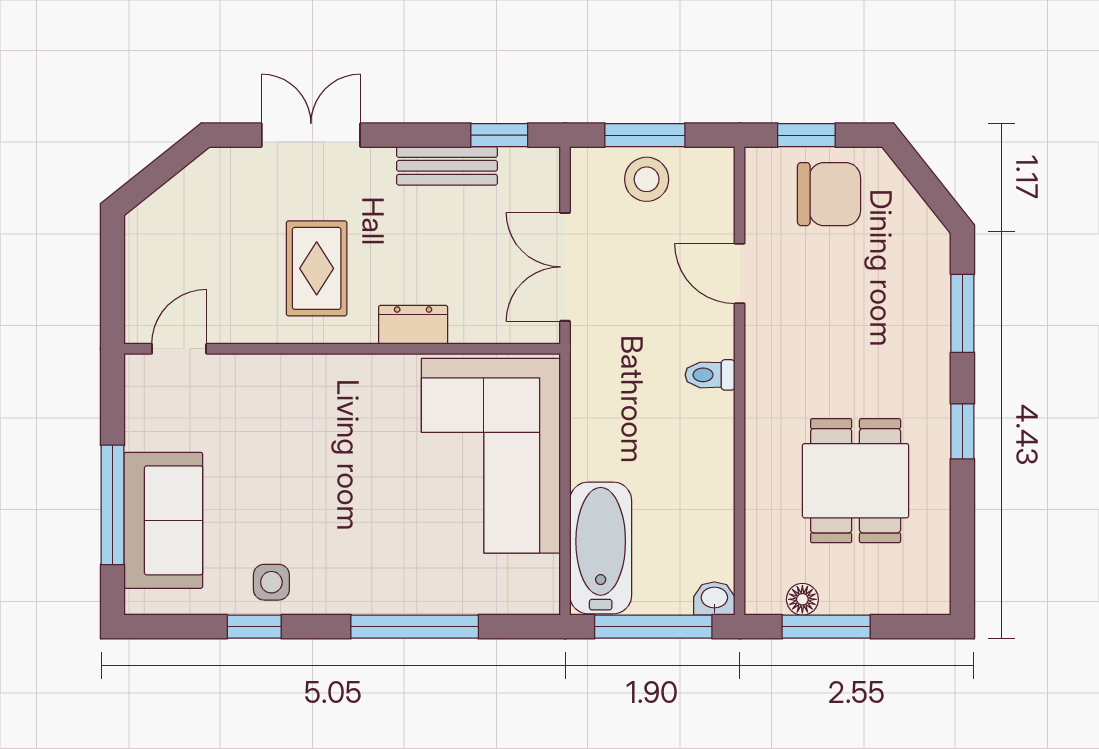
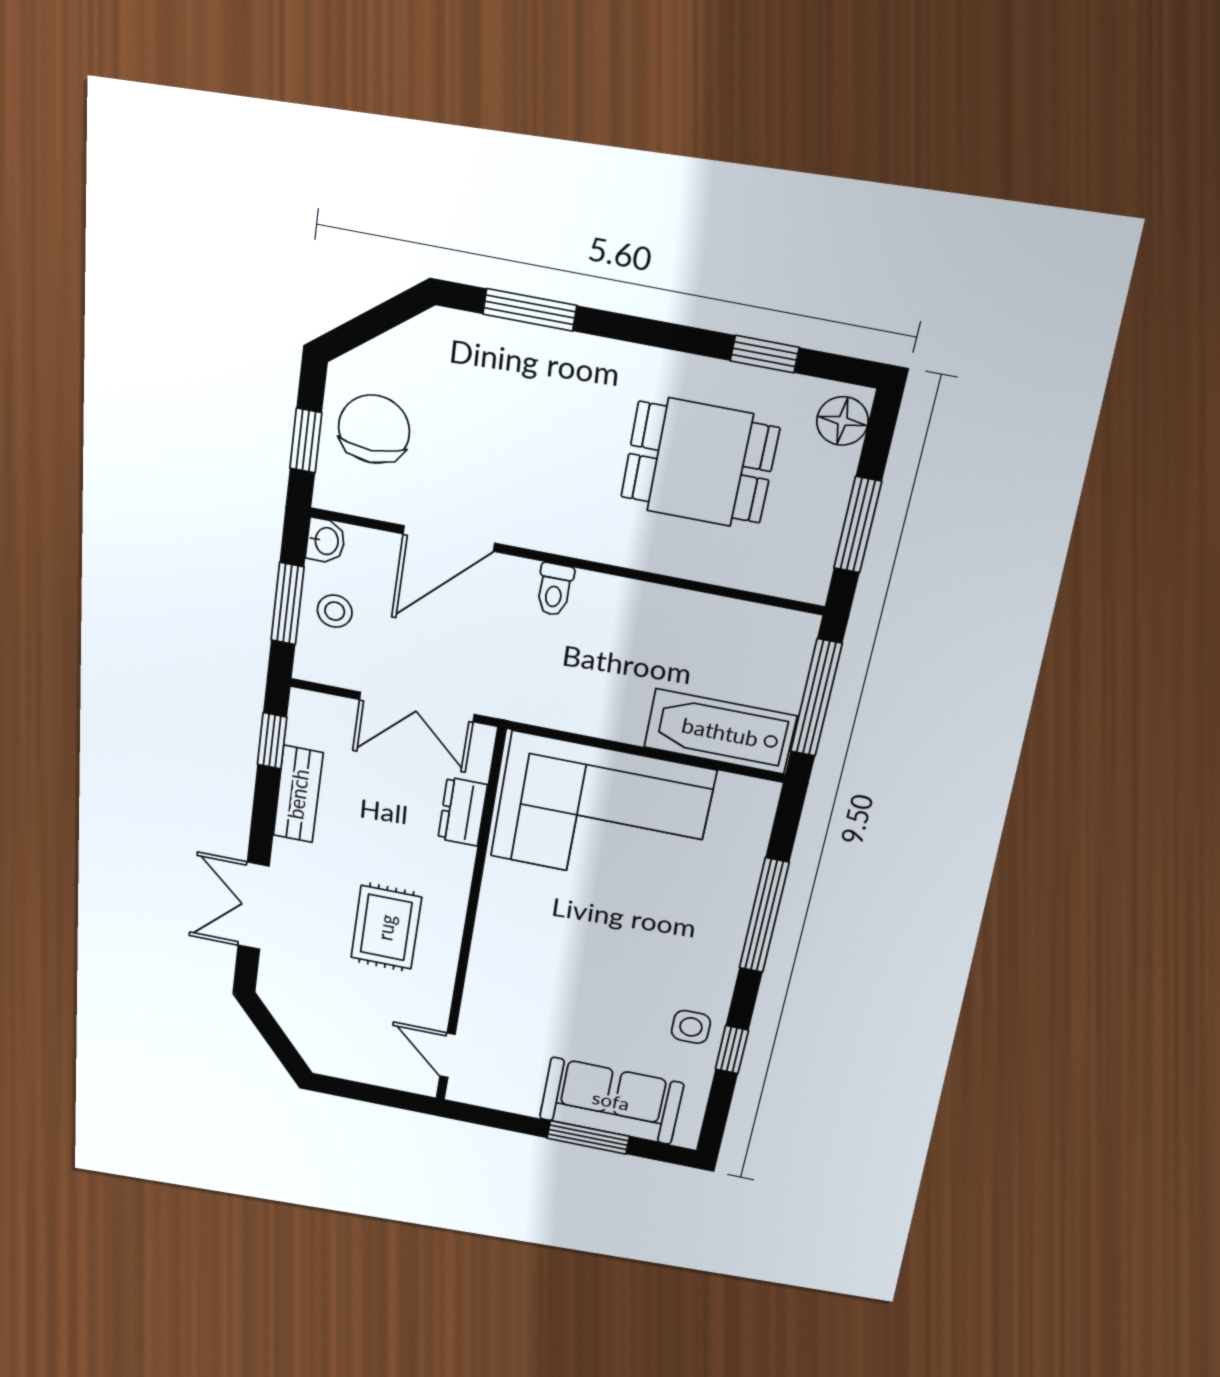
stool: (647, 179) -> (335, 611), width x0.73, depth x0.73
rug: (317, 268) -> (386, 927), turned 90
door: (740, 273) -> (449, 539), width x1.38
dresser: (413, 325) -> (463, 812), moved
window: (962, 431) -> (765, 354), moved
window: (113, 505) -> (588, 1137), width x0.69
washbasin: (714, 599) -> (326, 541), moved, turned 180
floor lamp: (802, 599) -> (842, 421), moved, width x1.37, depth x1.37

